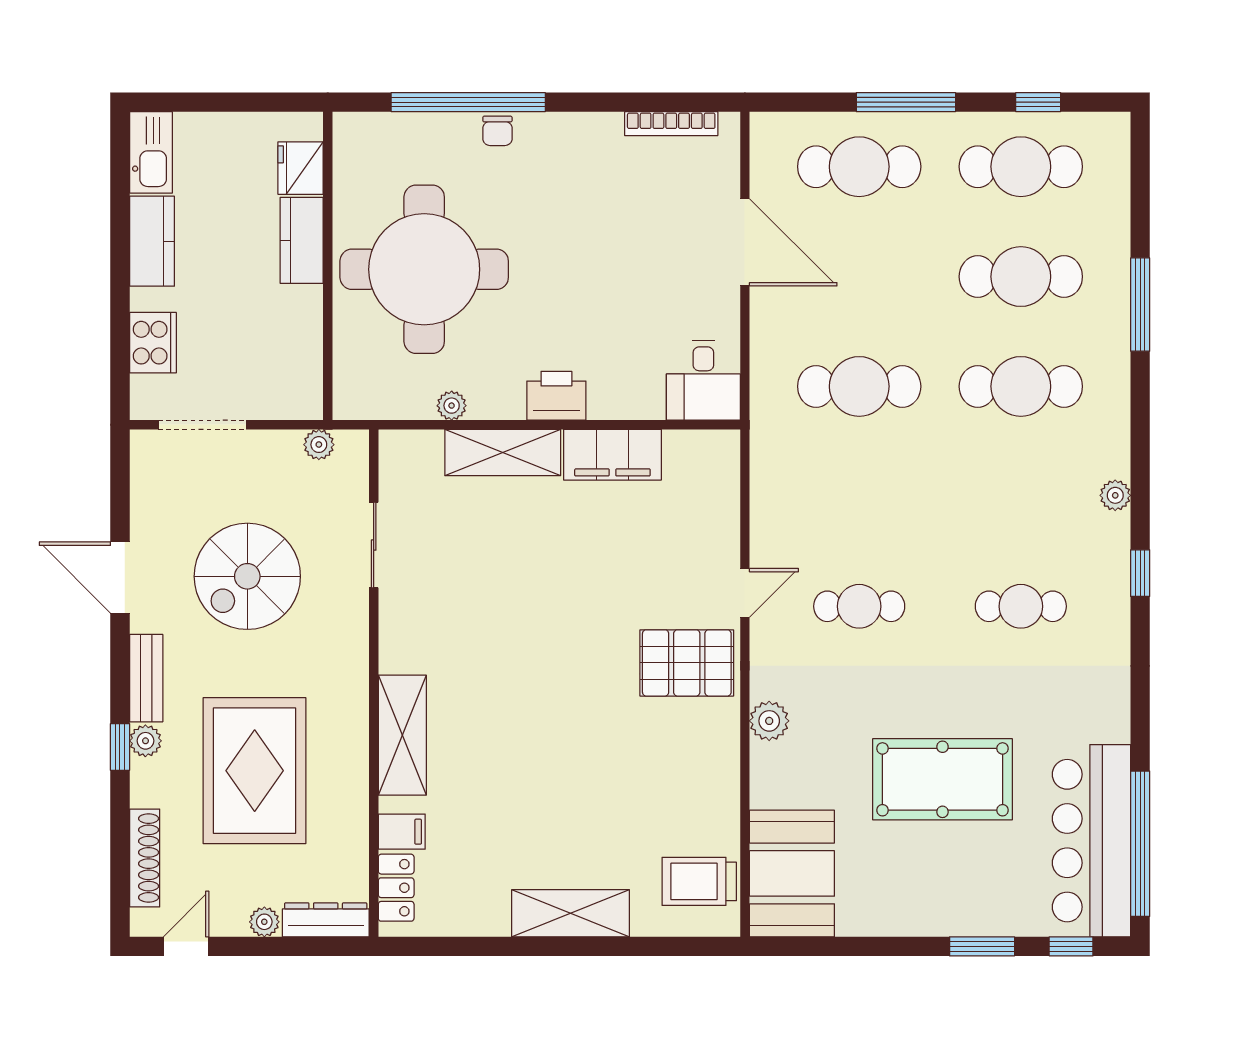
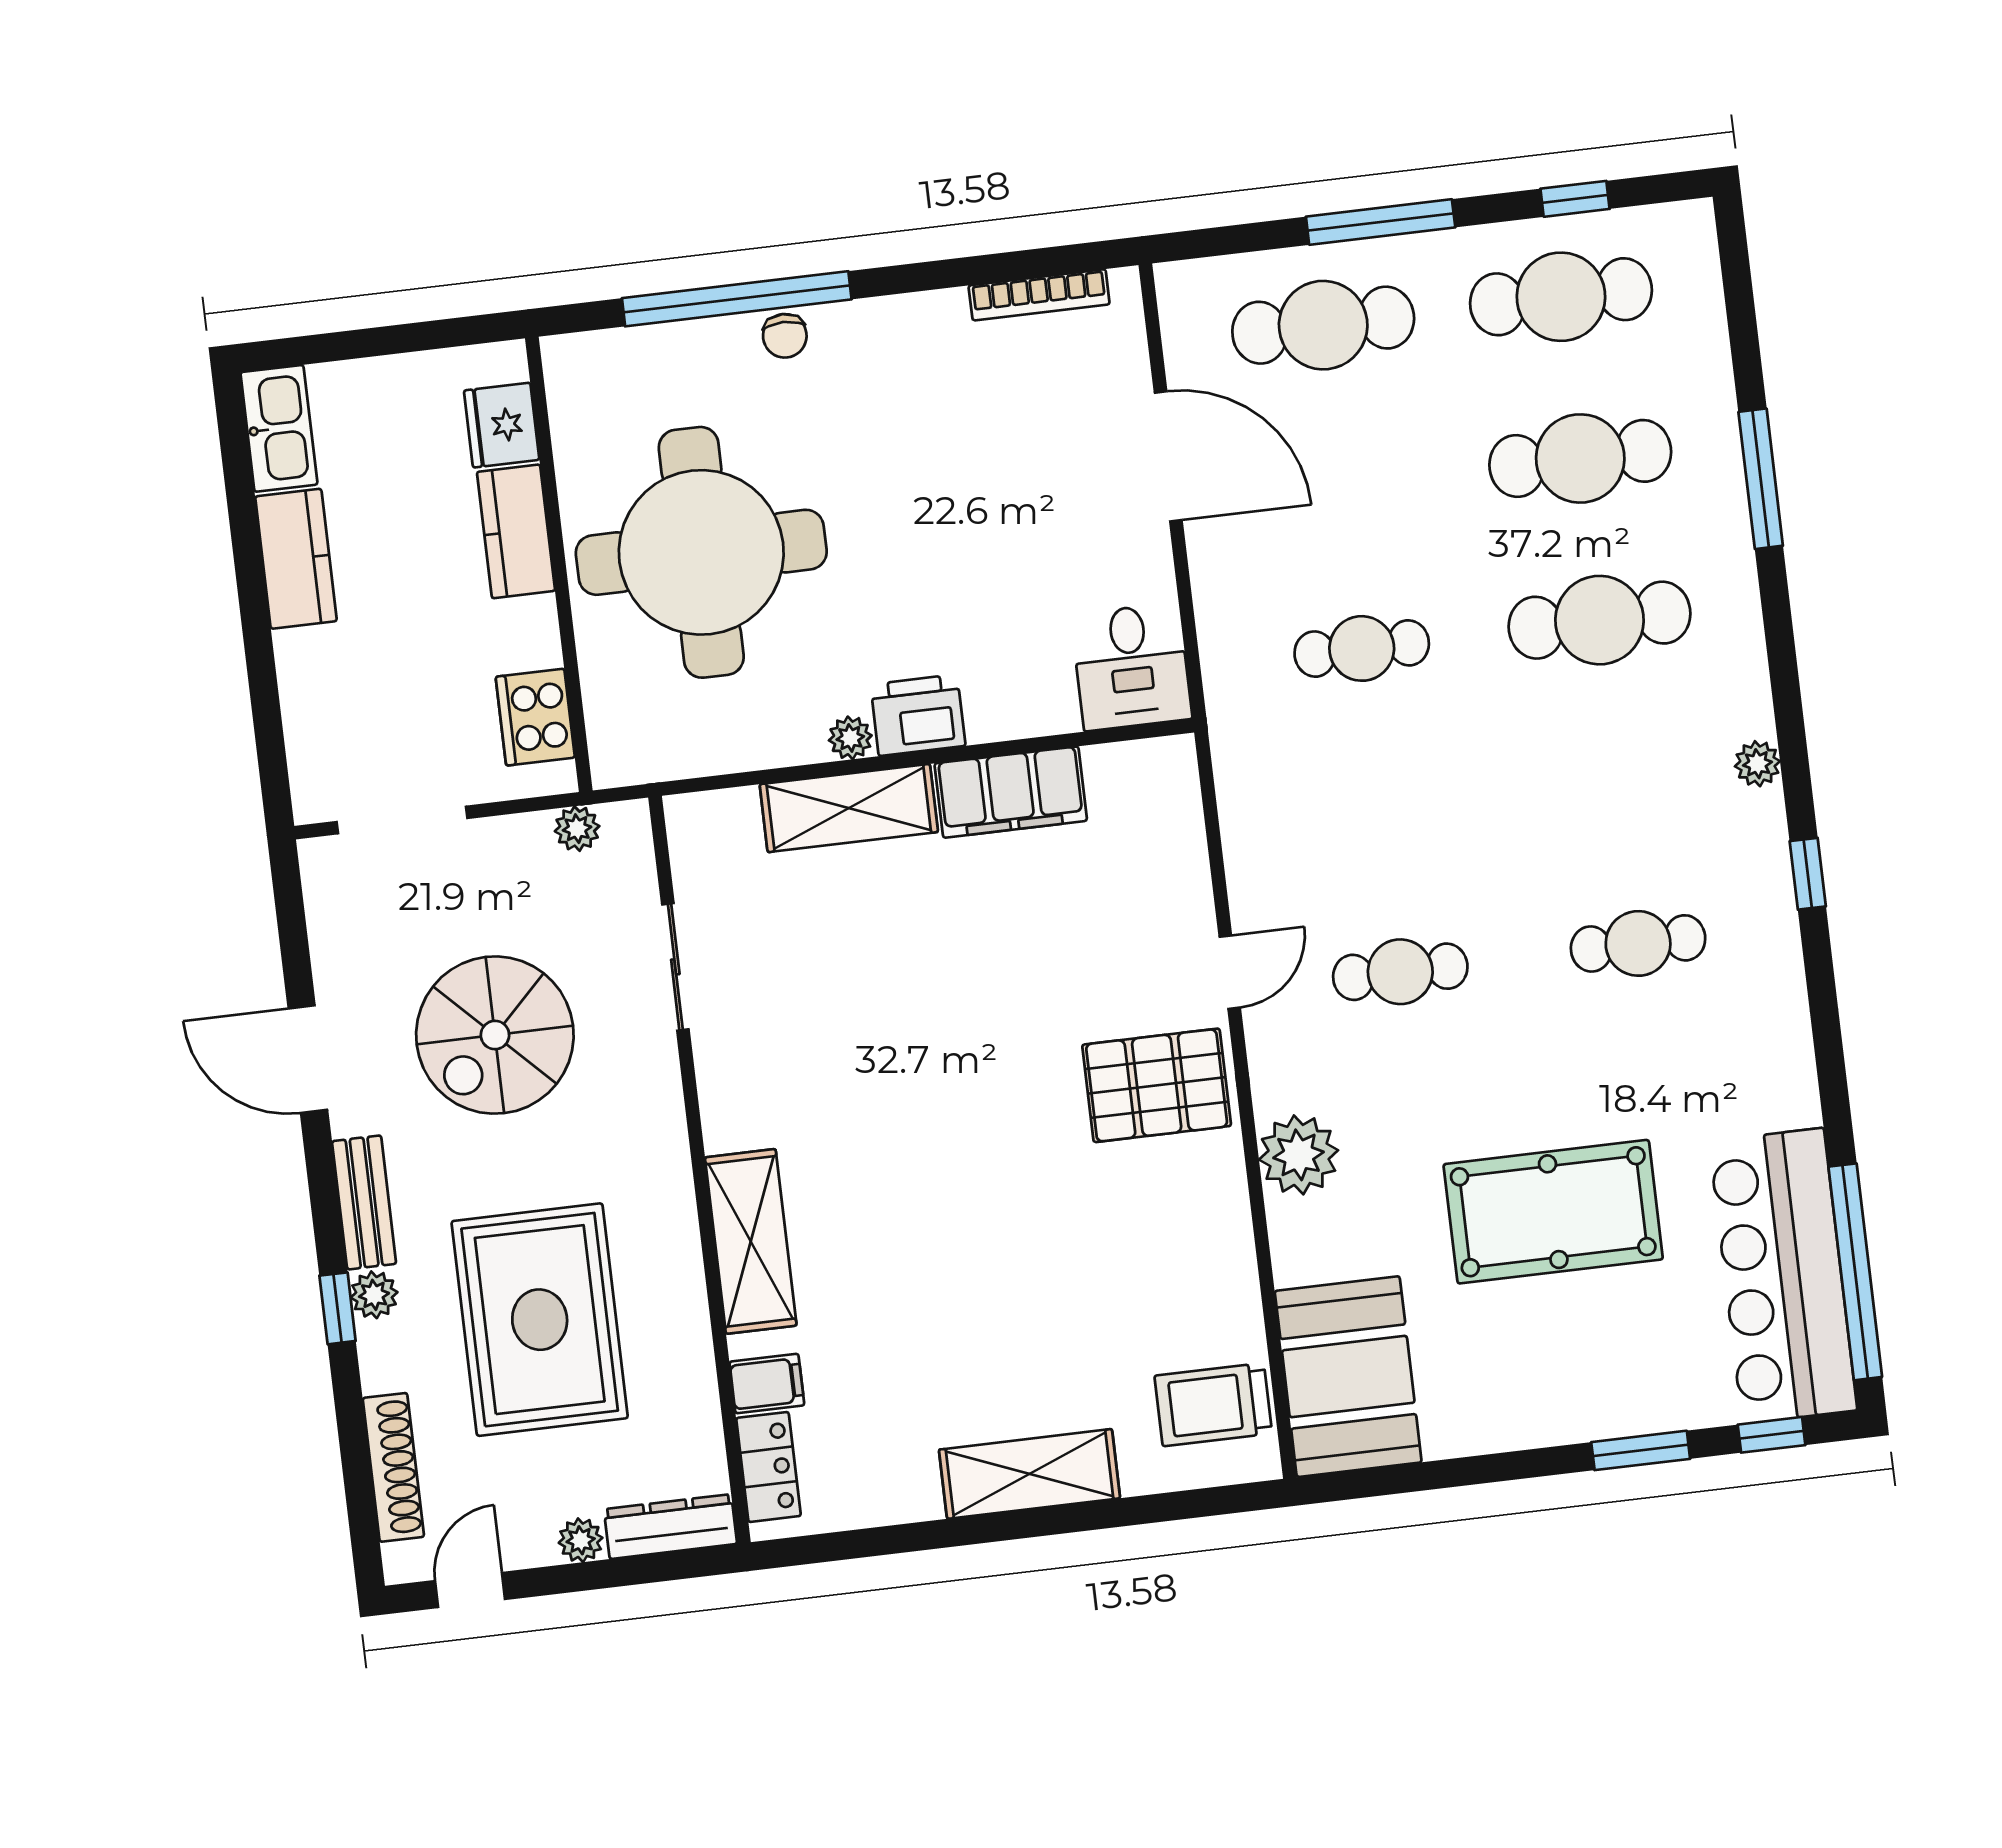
cooker: (153, 343) -> (535, 717), moved, turned 180
cafe table: (859, 386) -> (1362, 648), width x0.73, depth x0.74
plant: (452, 406) -> (850, 738), moved
plant: (769, 721) -> (1299, 1155), width x1.36, depth x1.36

